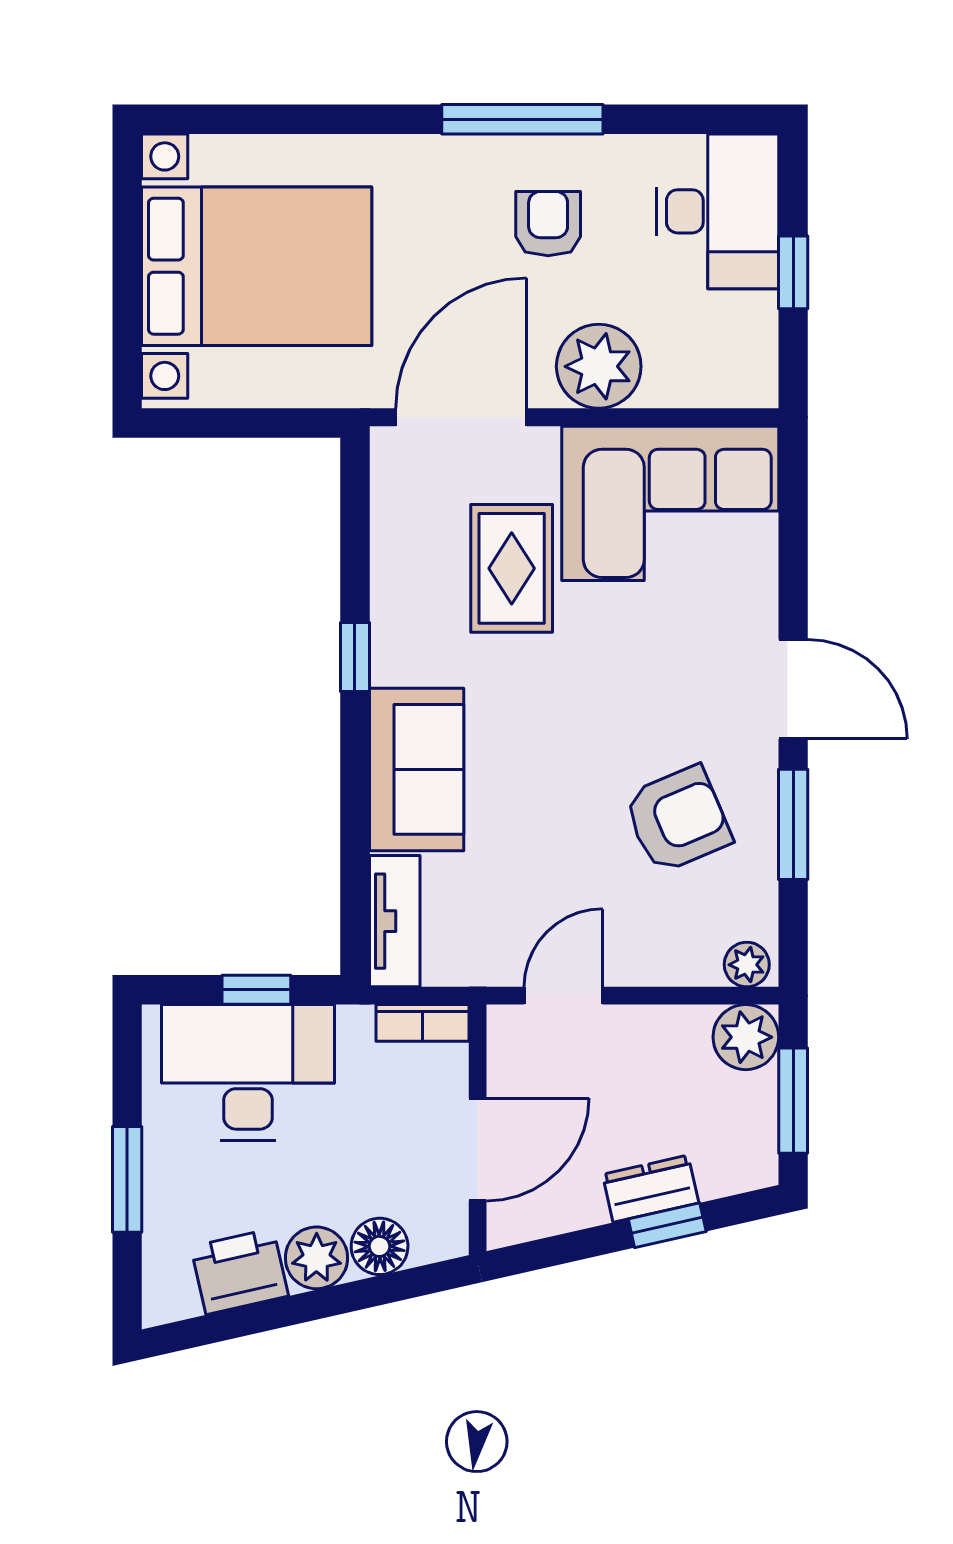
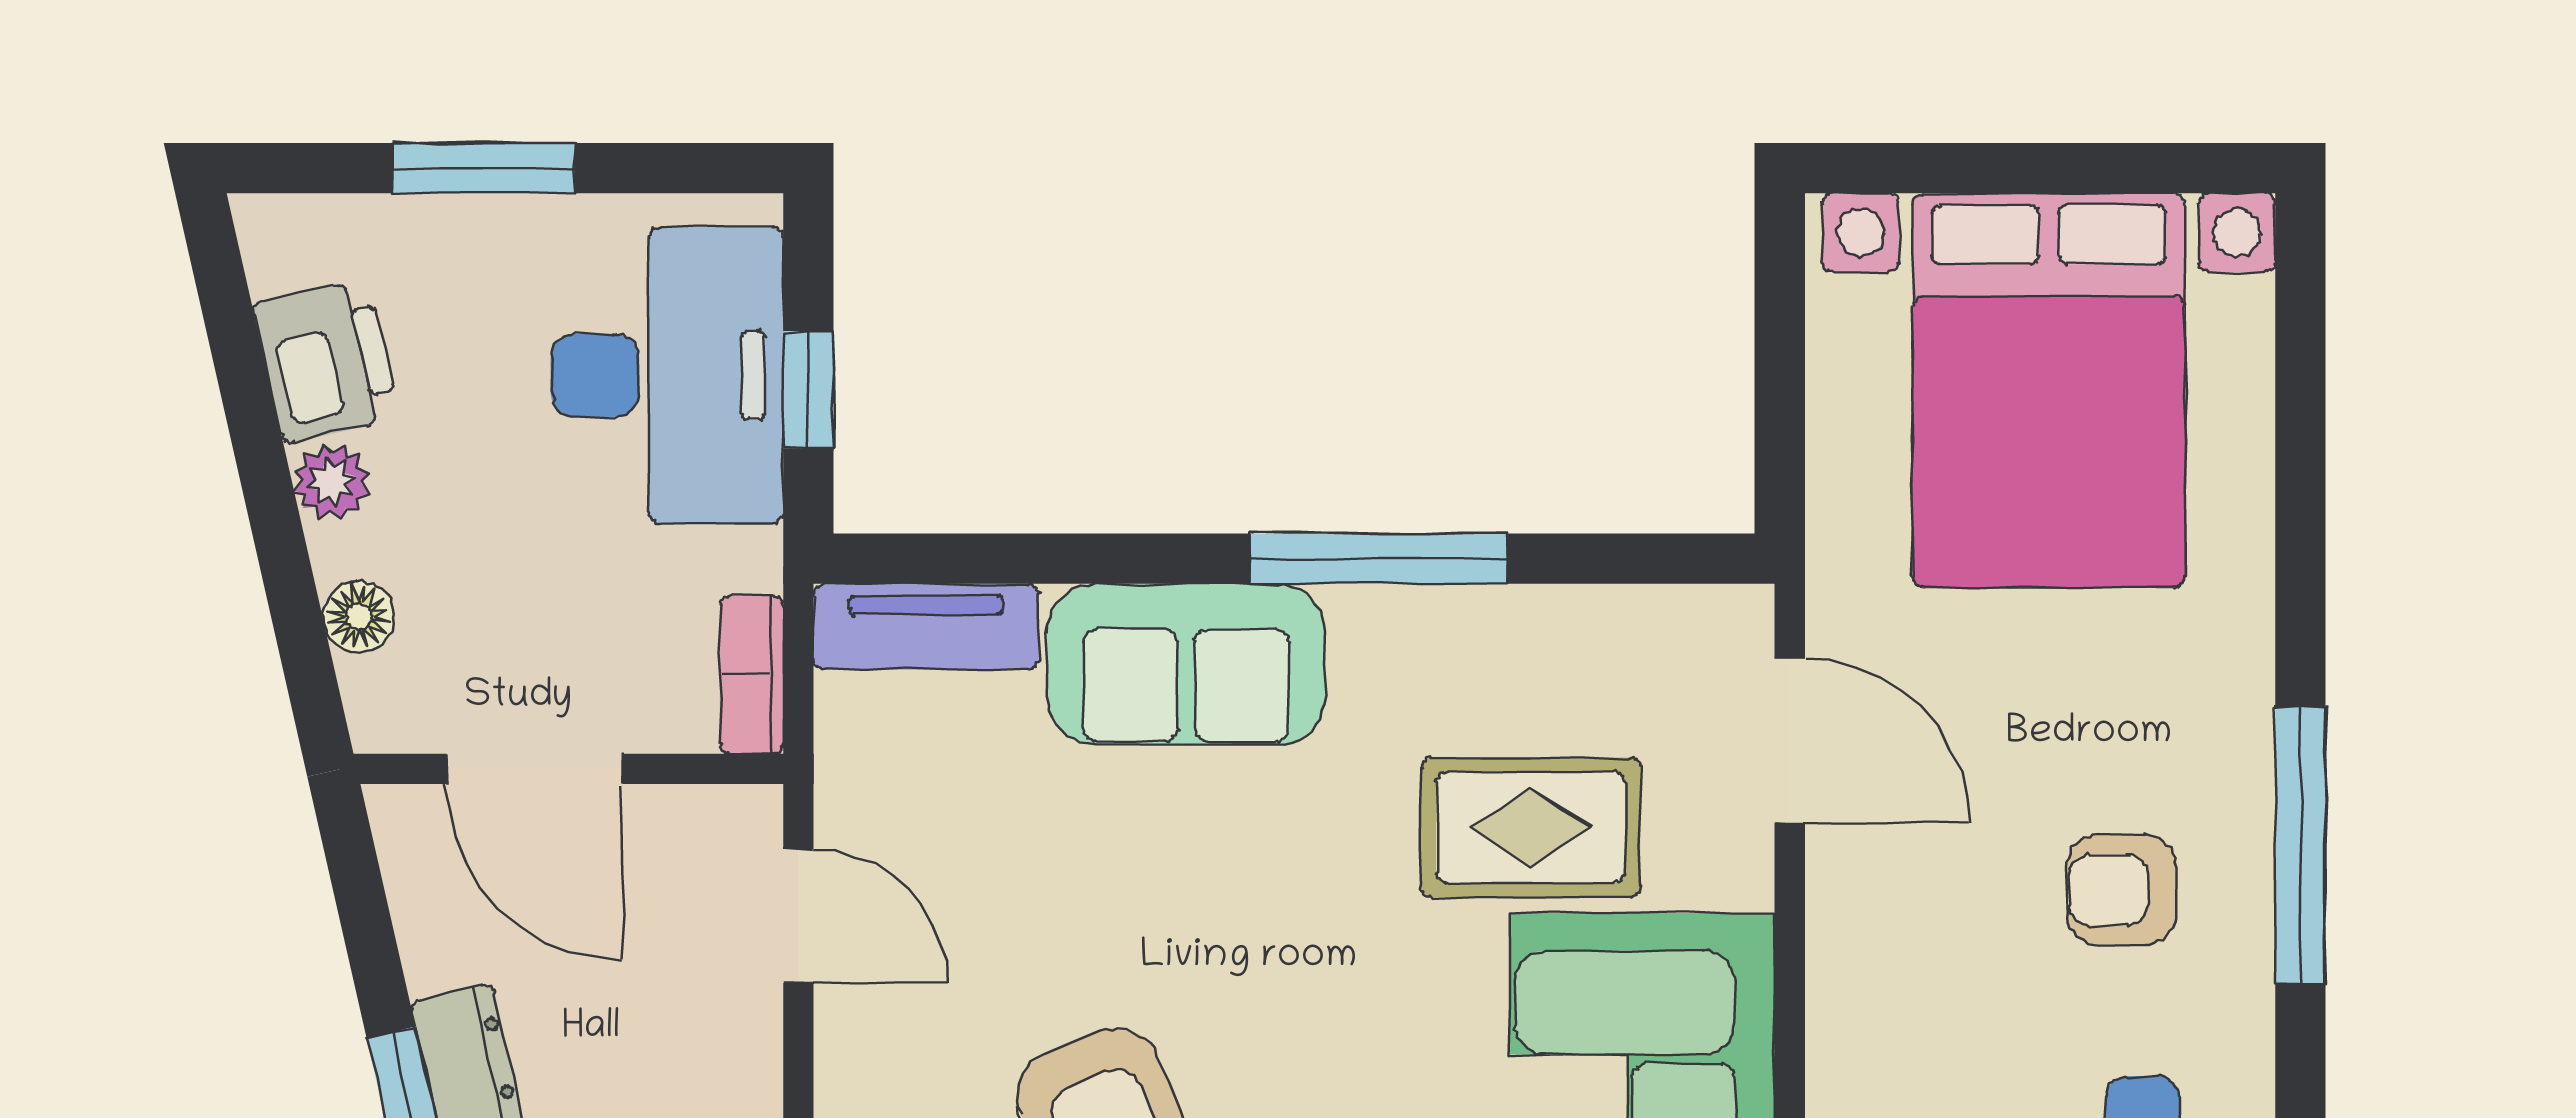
armchair: (548, 224) -> (2122, 890), turned 180
plant: (599, 366) -> (1877, 976), removed
door: (461, 417) -> (1790, 741), width x0.73
window: (355, 657) -> (1379, 559), width x2.17
floor lamp: (380, 1246) -> (359, 616), width x0.73, depth x0.73
plant: (316, 1258) -> (332, 482), width x0.73, depth x0.73

